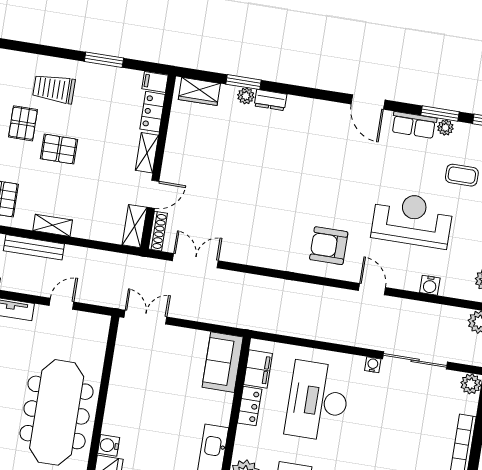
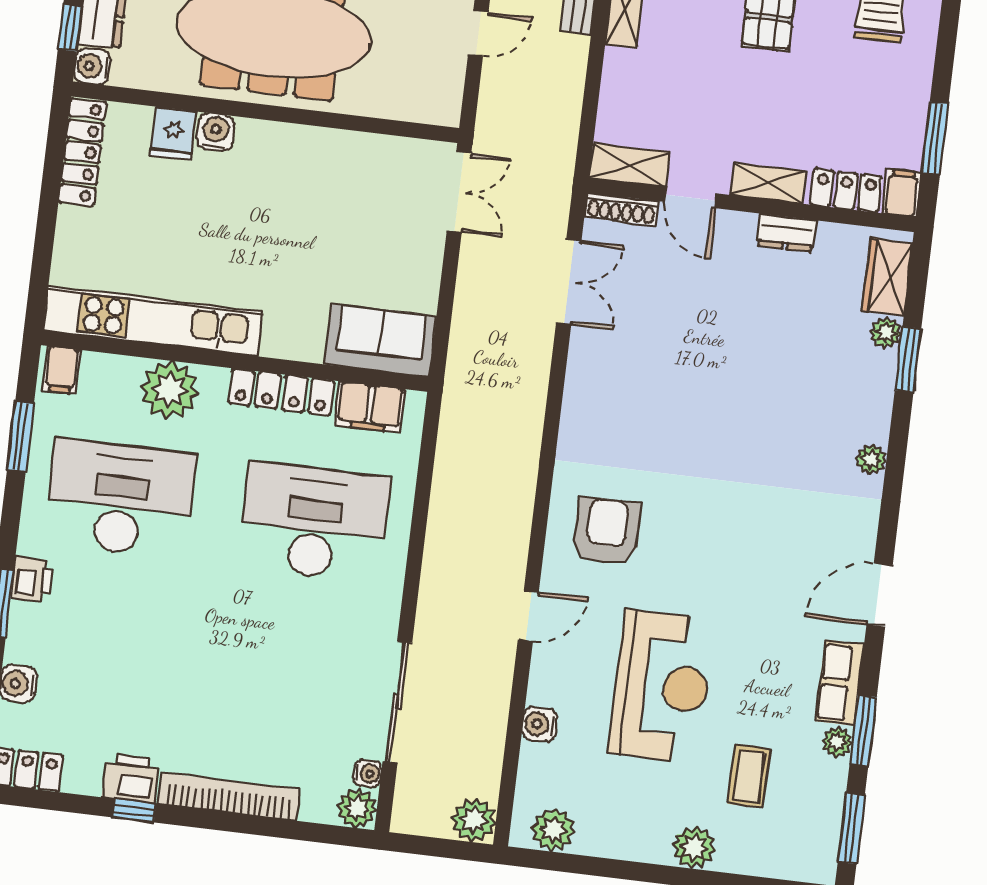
window: (104, 60) -> (935, 138), moved
plant: (246, 96) -> (886, 333), moved
dresser: (271, 100) -> (786, 233), moved, turned -90
plant: (296, 104) -> (871, 459), added
door: (62, 304) -> (478, 33), hinge flipped
water cooler: (373, 365) -> (368, 773), moved
locker: (250, 406) -> (281, 392), width x1.53

